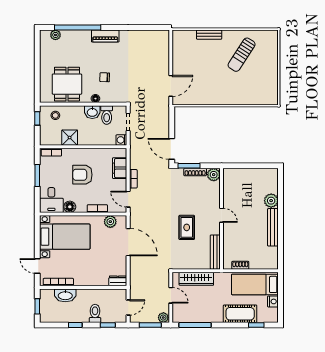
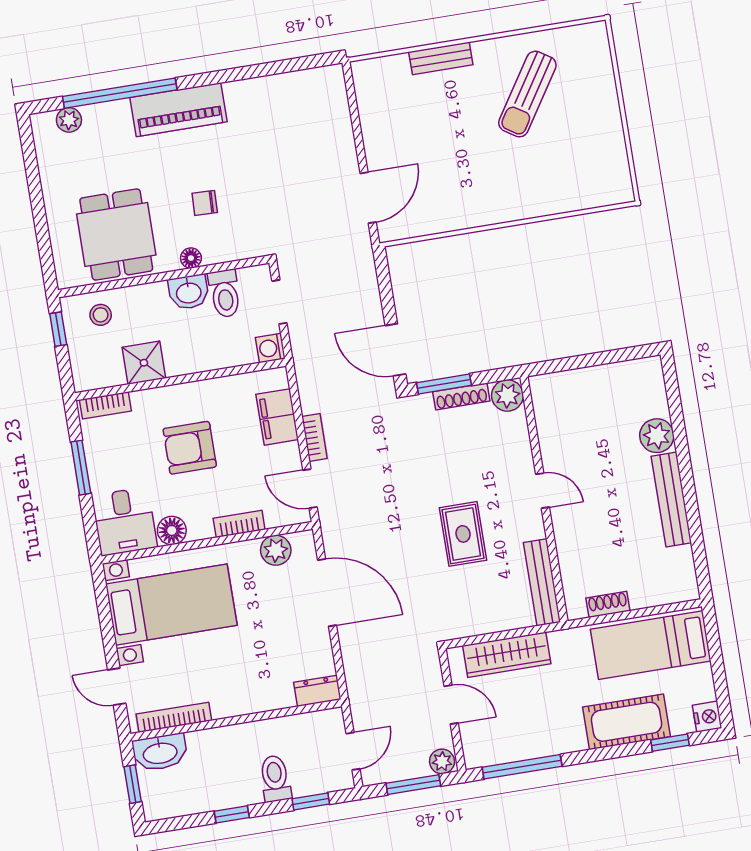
piano: (105, 36) -> (179, 110), width x1.37, depth x1.33
washbasin: (65, 295) -> (160, 752), moved
nightstand: (273, 301) -> (707, 717), moved

